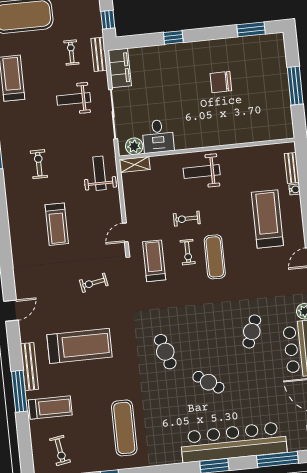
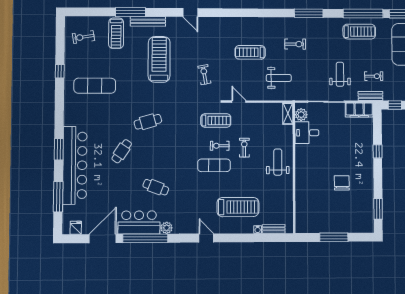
weight bench: (99, 173) -> (279, 78), moved
treadmill: (79, 346) -> (159, 59), turned 180

